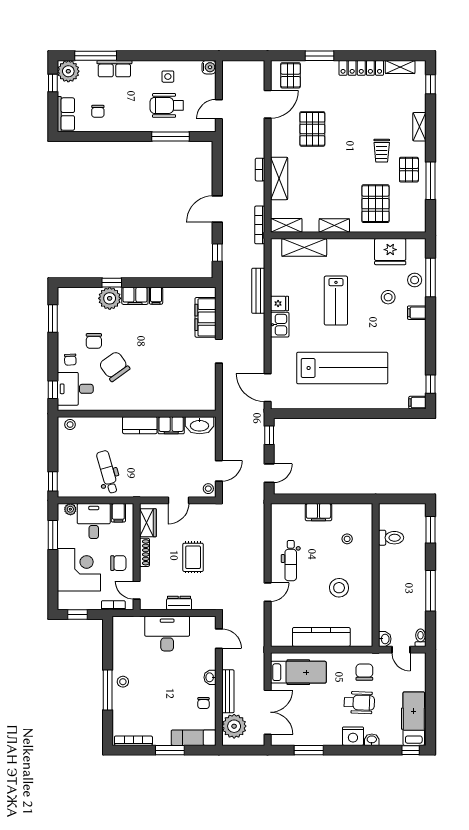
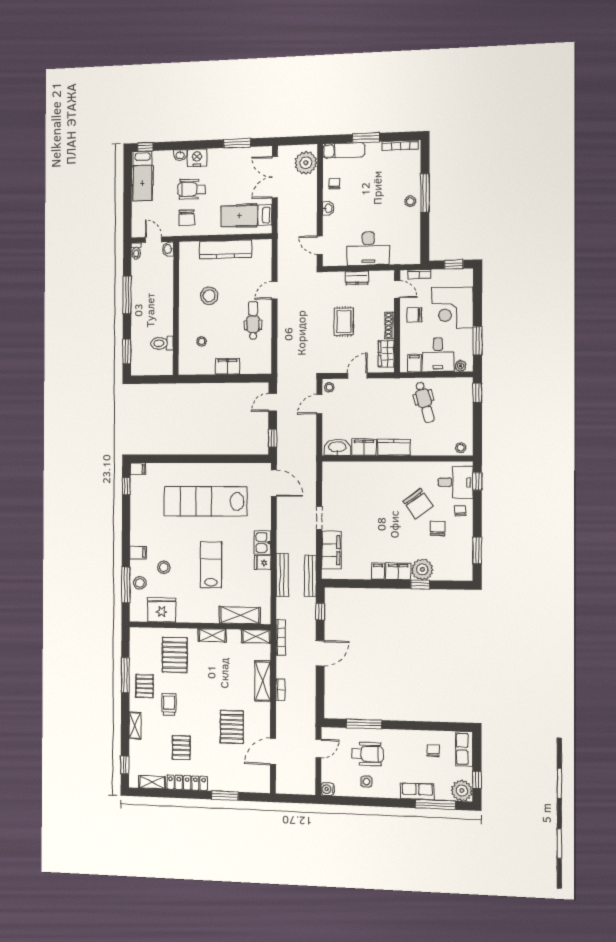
pallet: (290, 75) -> (181, 748), moved
bench: (228, 691) -> (310, 576), moved

